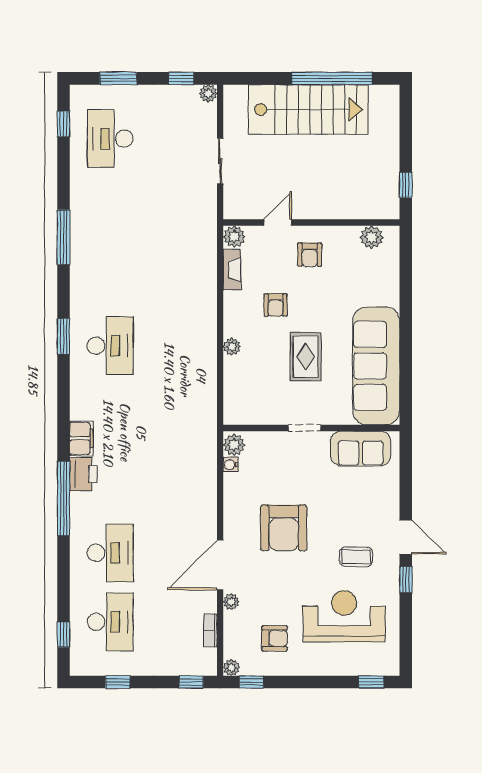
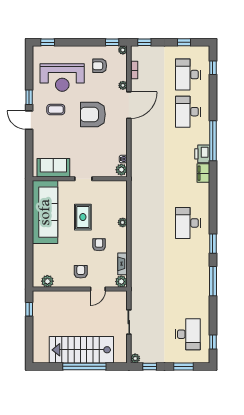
window: (332, 78) -> (84, 366), moved
window: (63, 336) -> (213, 244), moved
armchair: (284, 528) -> (93, 114), moved, turned -90

